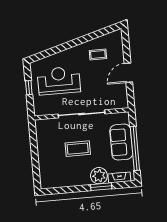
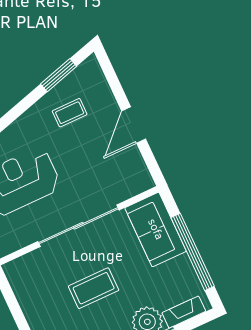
window: (99, 33) -> (59, 75), added
sofa: (121, 142) -> (156, 229), moved

